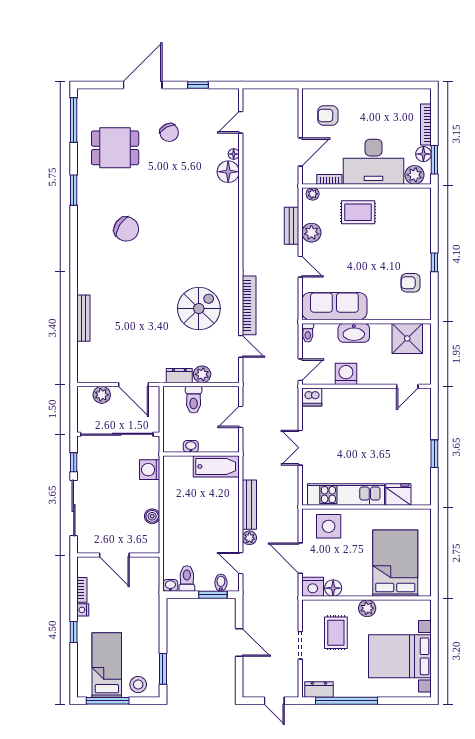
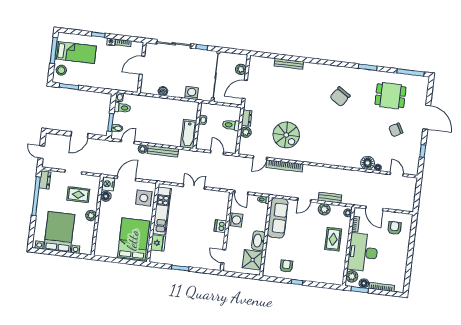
dining table: (115, 148) -> (390, 96), turned 90
washbasin: (354, 333) -> (258, 241), moved
dishwasher: (312, 397) -> (220, 226), moved
bed: (395, 563) -> (133, 240), moved, turned -90
door: (274, 701) -> (41, 152), hinge flipped

